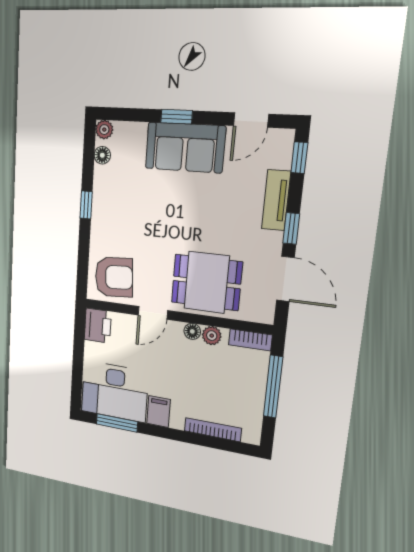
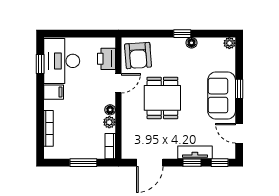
floor lamp: (102, 155) -> (192, 43), moved
window: (291, 228) -> (192, 163), moved
dining table: (206, 282) -> (162, 98), moved
door: (153, 313) -> (118, 83), swing flipped
printer: (98, 326) -> (106, 59), moved, turned 90
window: (273, 387) -> (83, 163), width x0.69
window: (117, 423) -> (40, 64), width x0.67

